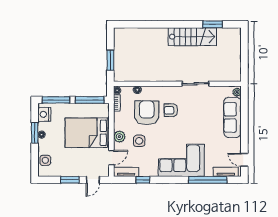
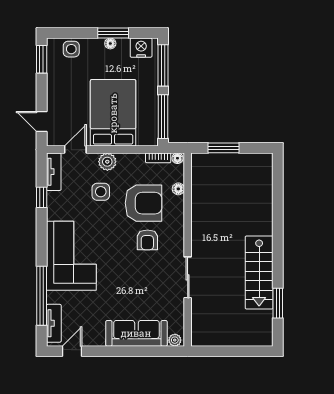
armchair: (171, 110) -> (147, 240), turned 180
door: (111, 158) -> (75, 150), swing flipped
window: (70, 180) -> (42, 59), moved

